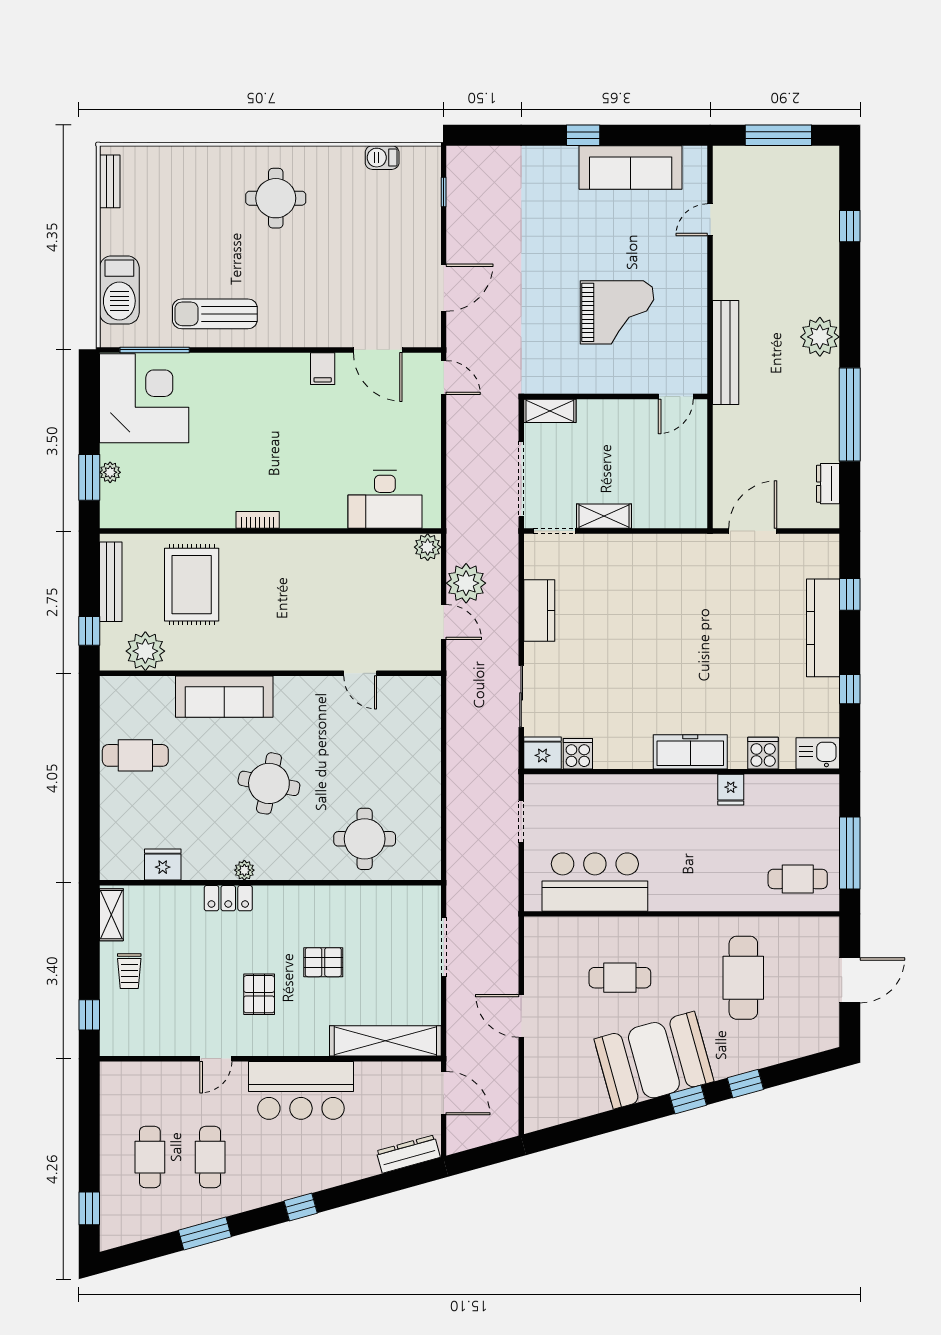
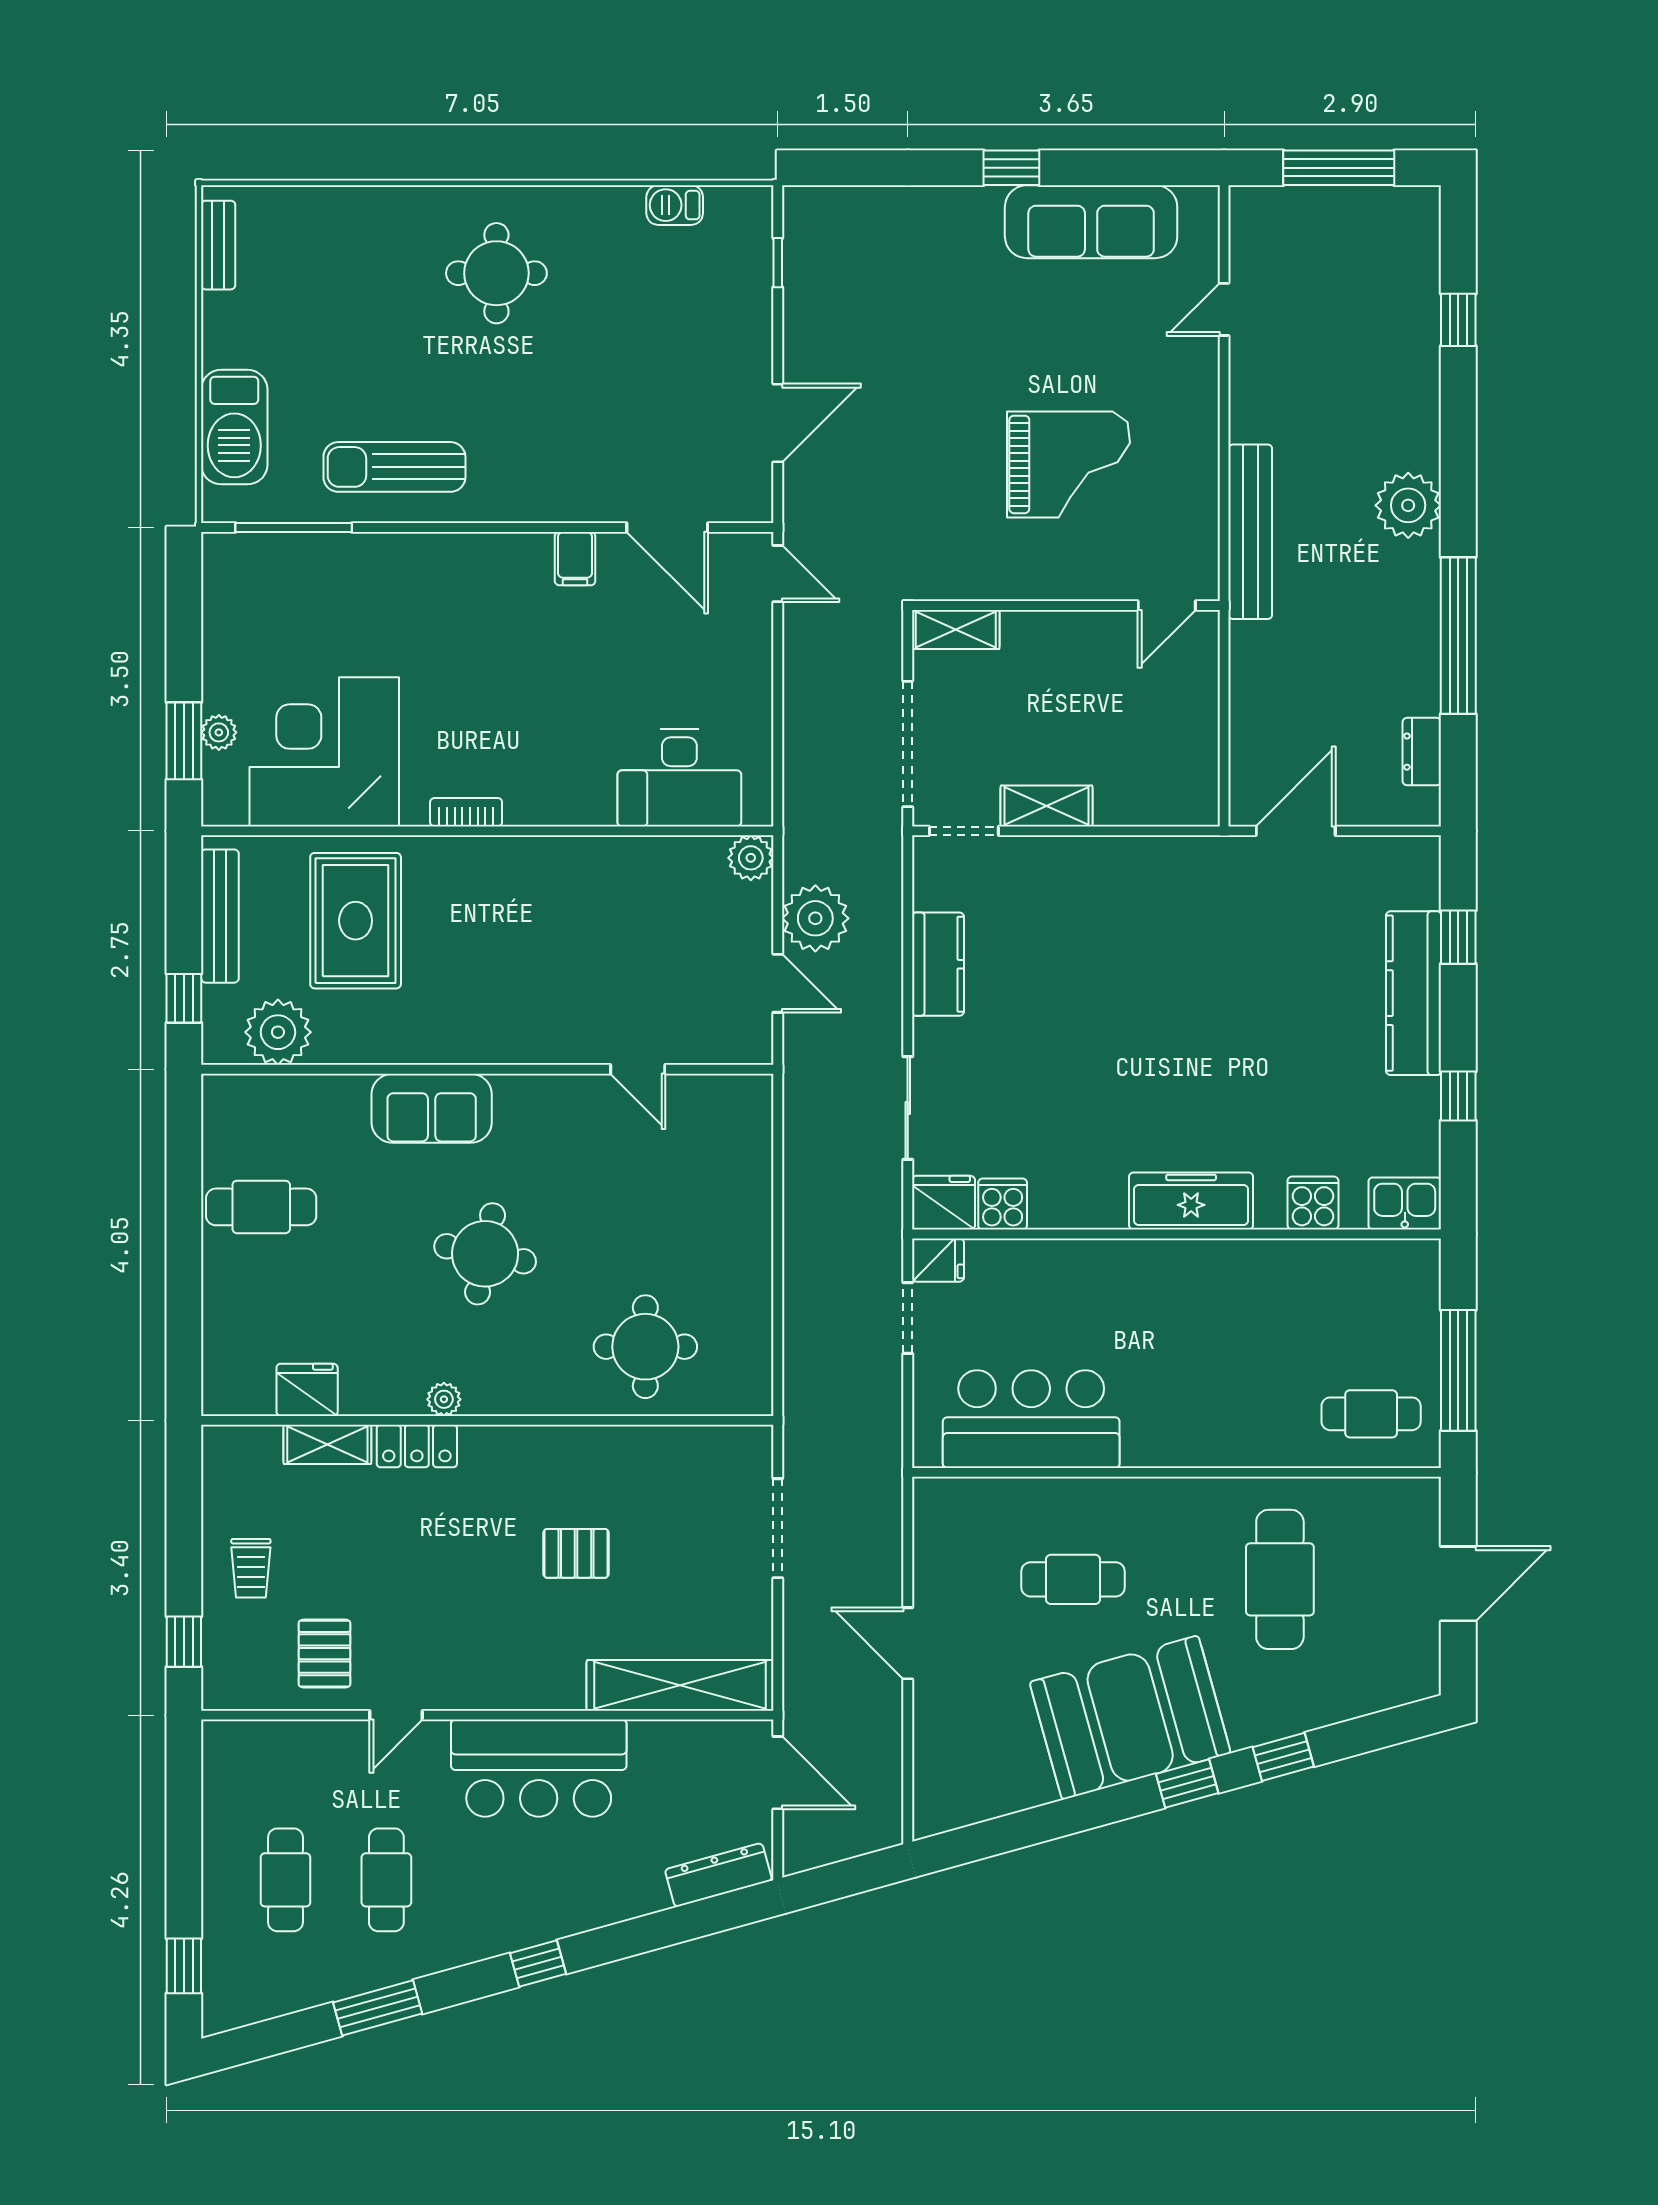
corner desk: (144, 398) -> (324, 752), moved, turned -90
sofa: (224, 697) -> (432, 1108), width x0.73
fridge: (731, 790) -> (938, 1260), moved, turned -90
shelving: (111, 915) -> (327, 1444), moved, turned 90
pallet: (259, 994) -> (325, 1654), moved

